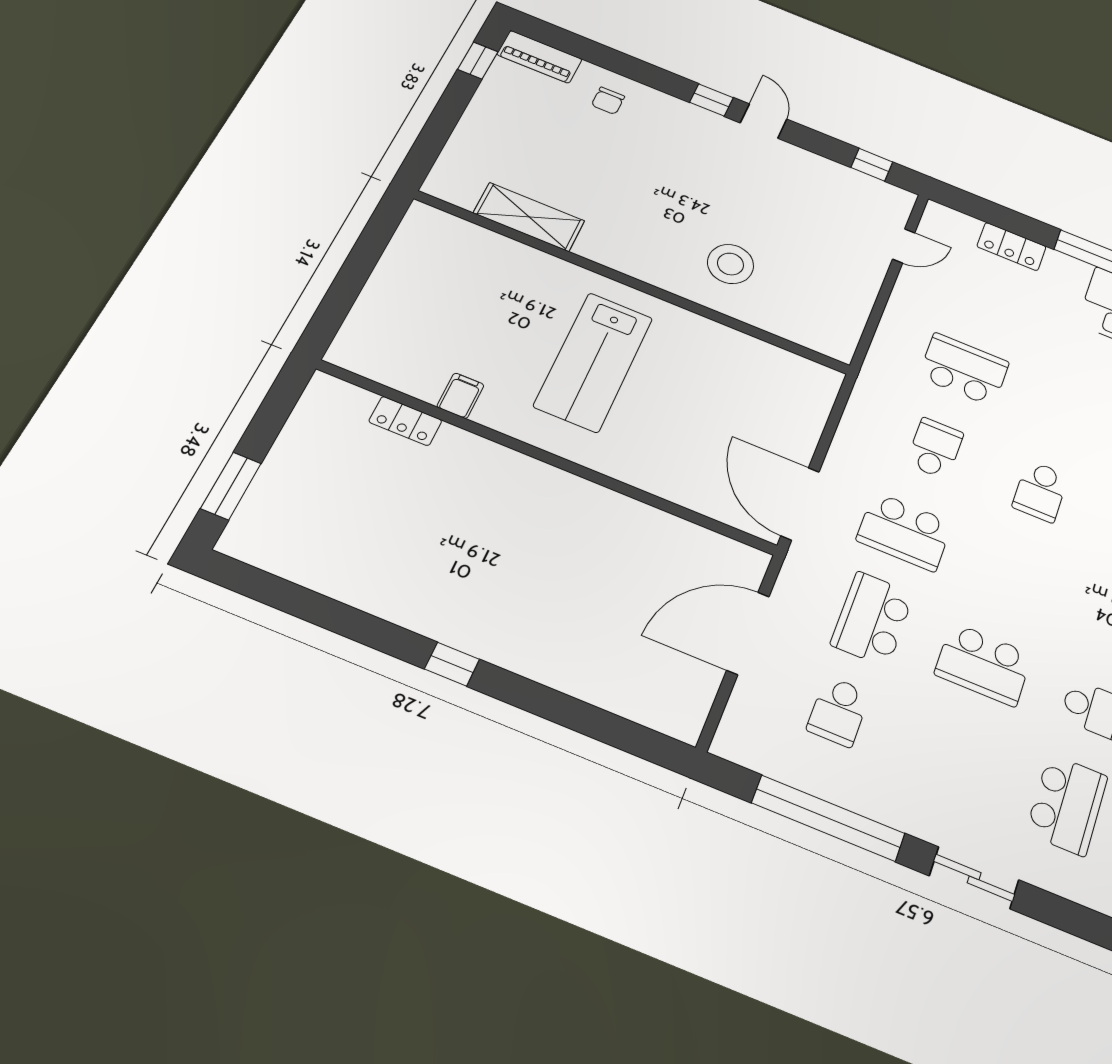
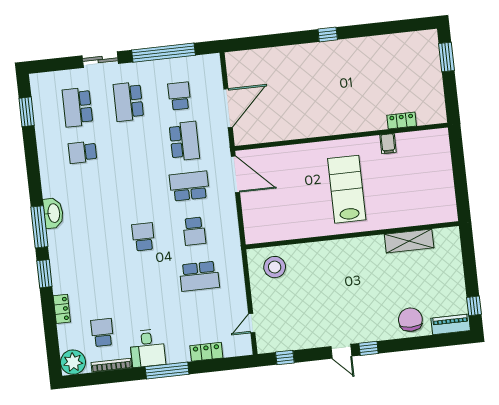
chair: (608, 101) -> (410, 320), width x1.87, depth x1.87
stool: (730, 264) -> (275, 267), moved
school desk: (983, 664) -> (128, 102), moved, turned -90

